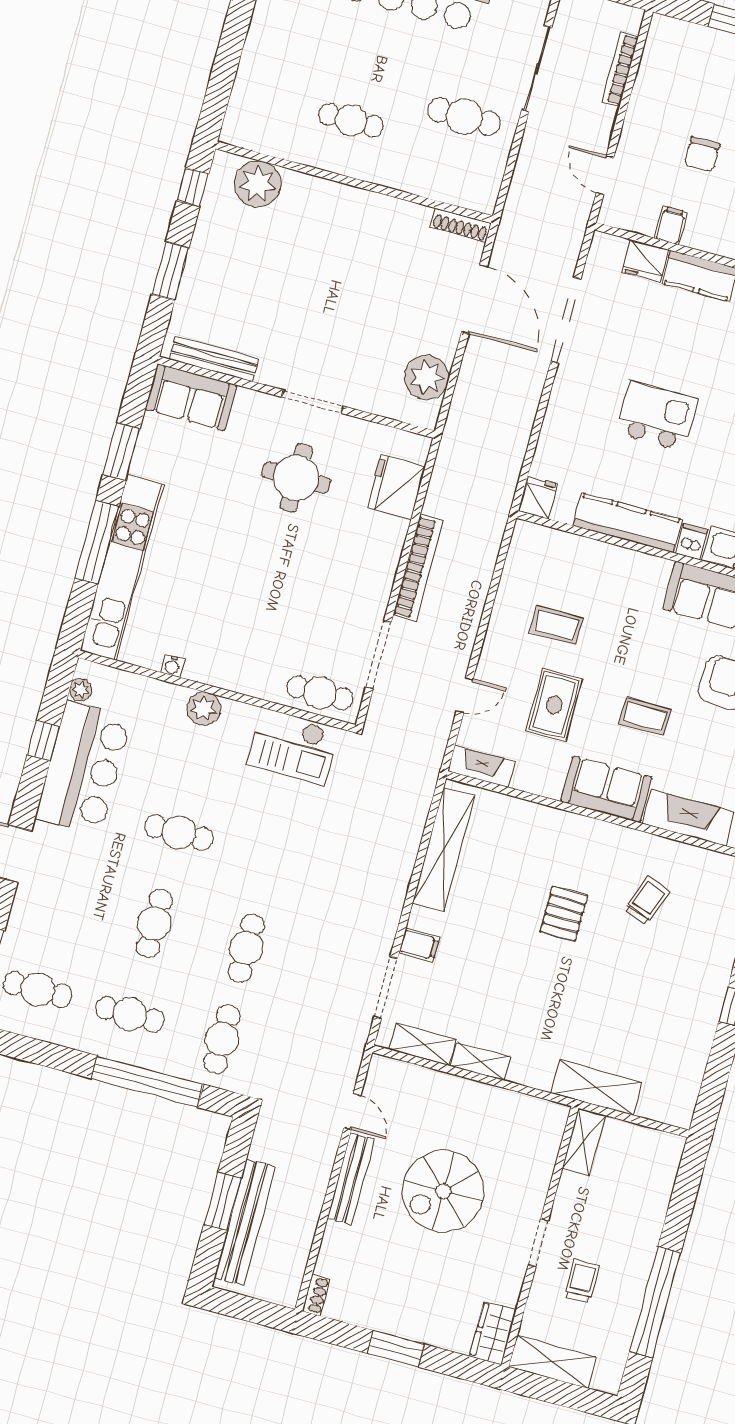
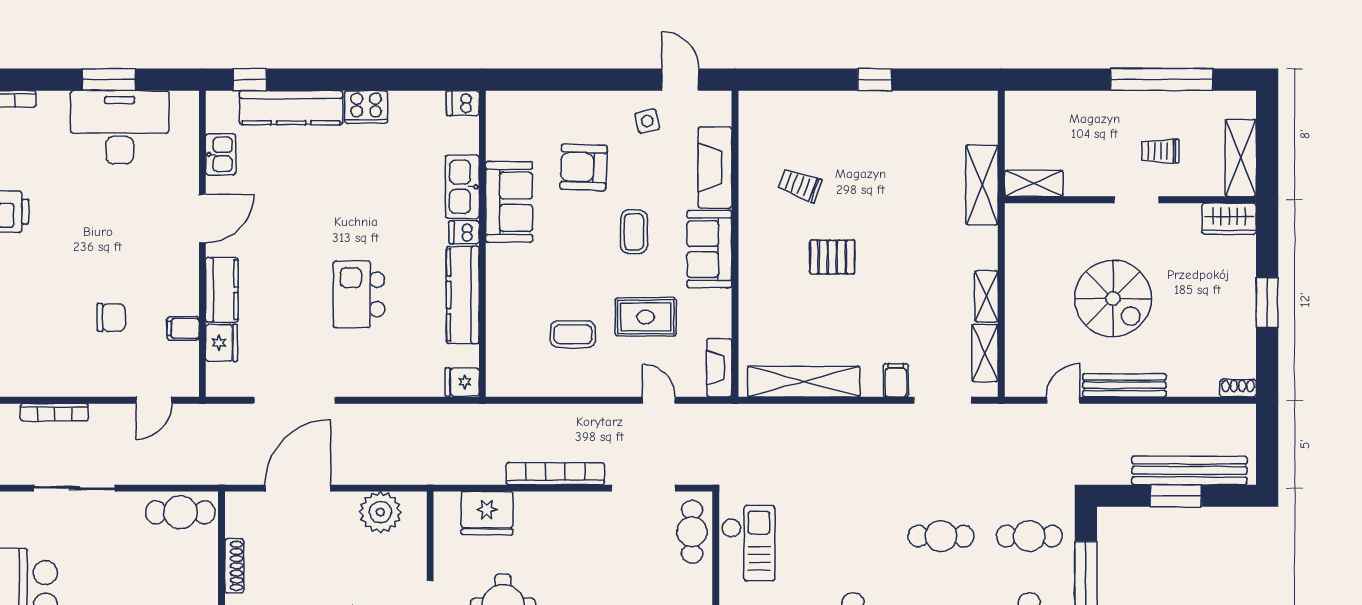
cafe table: (464, 117) -> (180, 512), moved, turned 90
shoe rack: (461, 225) -> (234, 566), moved
coffee table: (556, 625) -> (573, 334), turned 90

